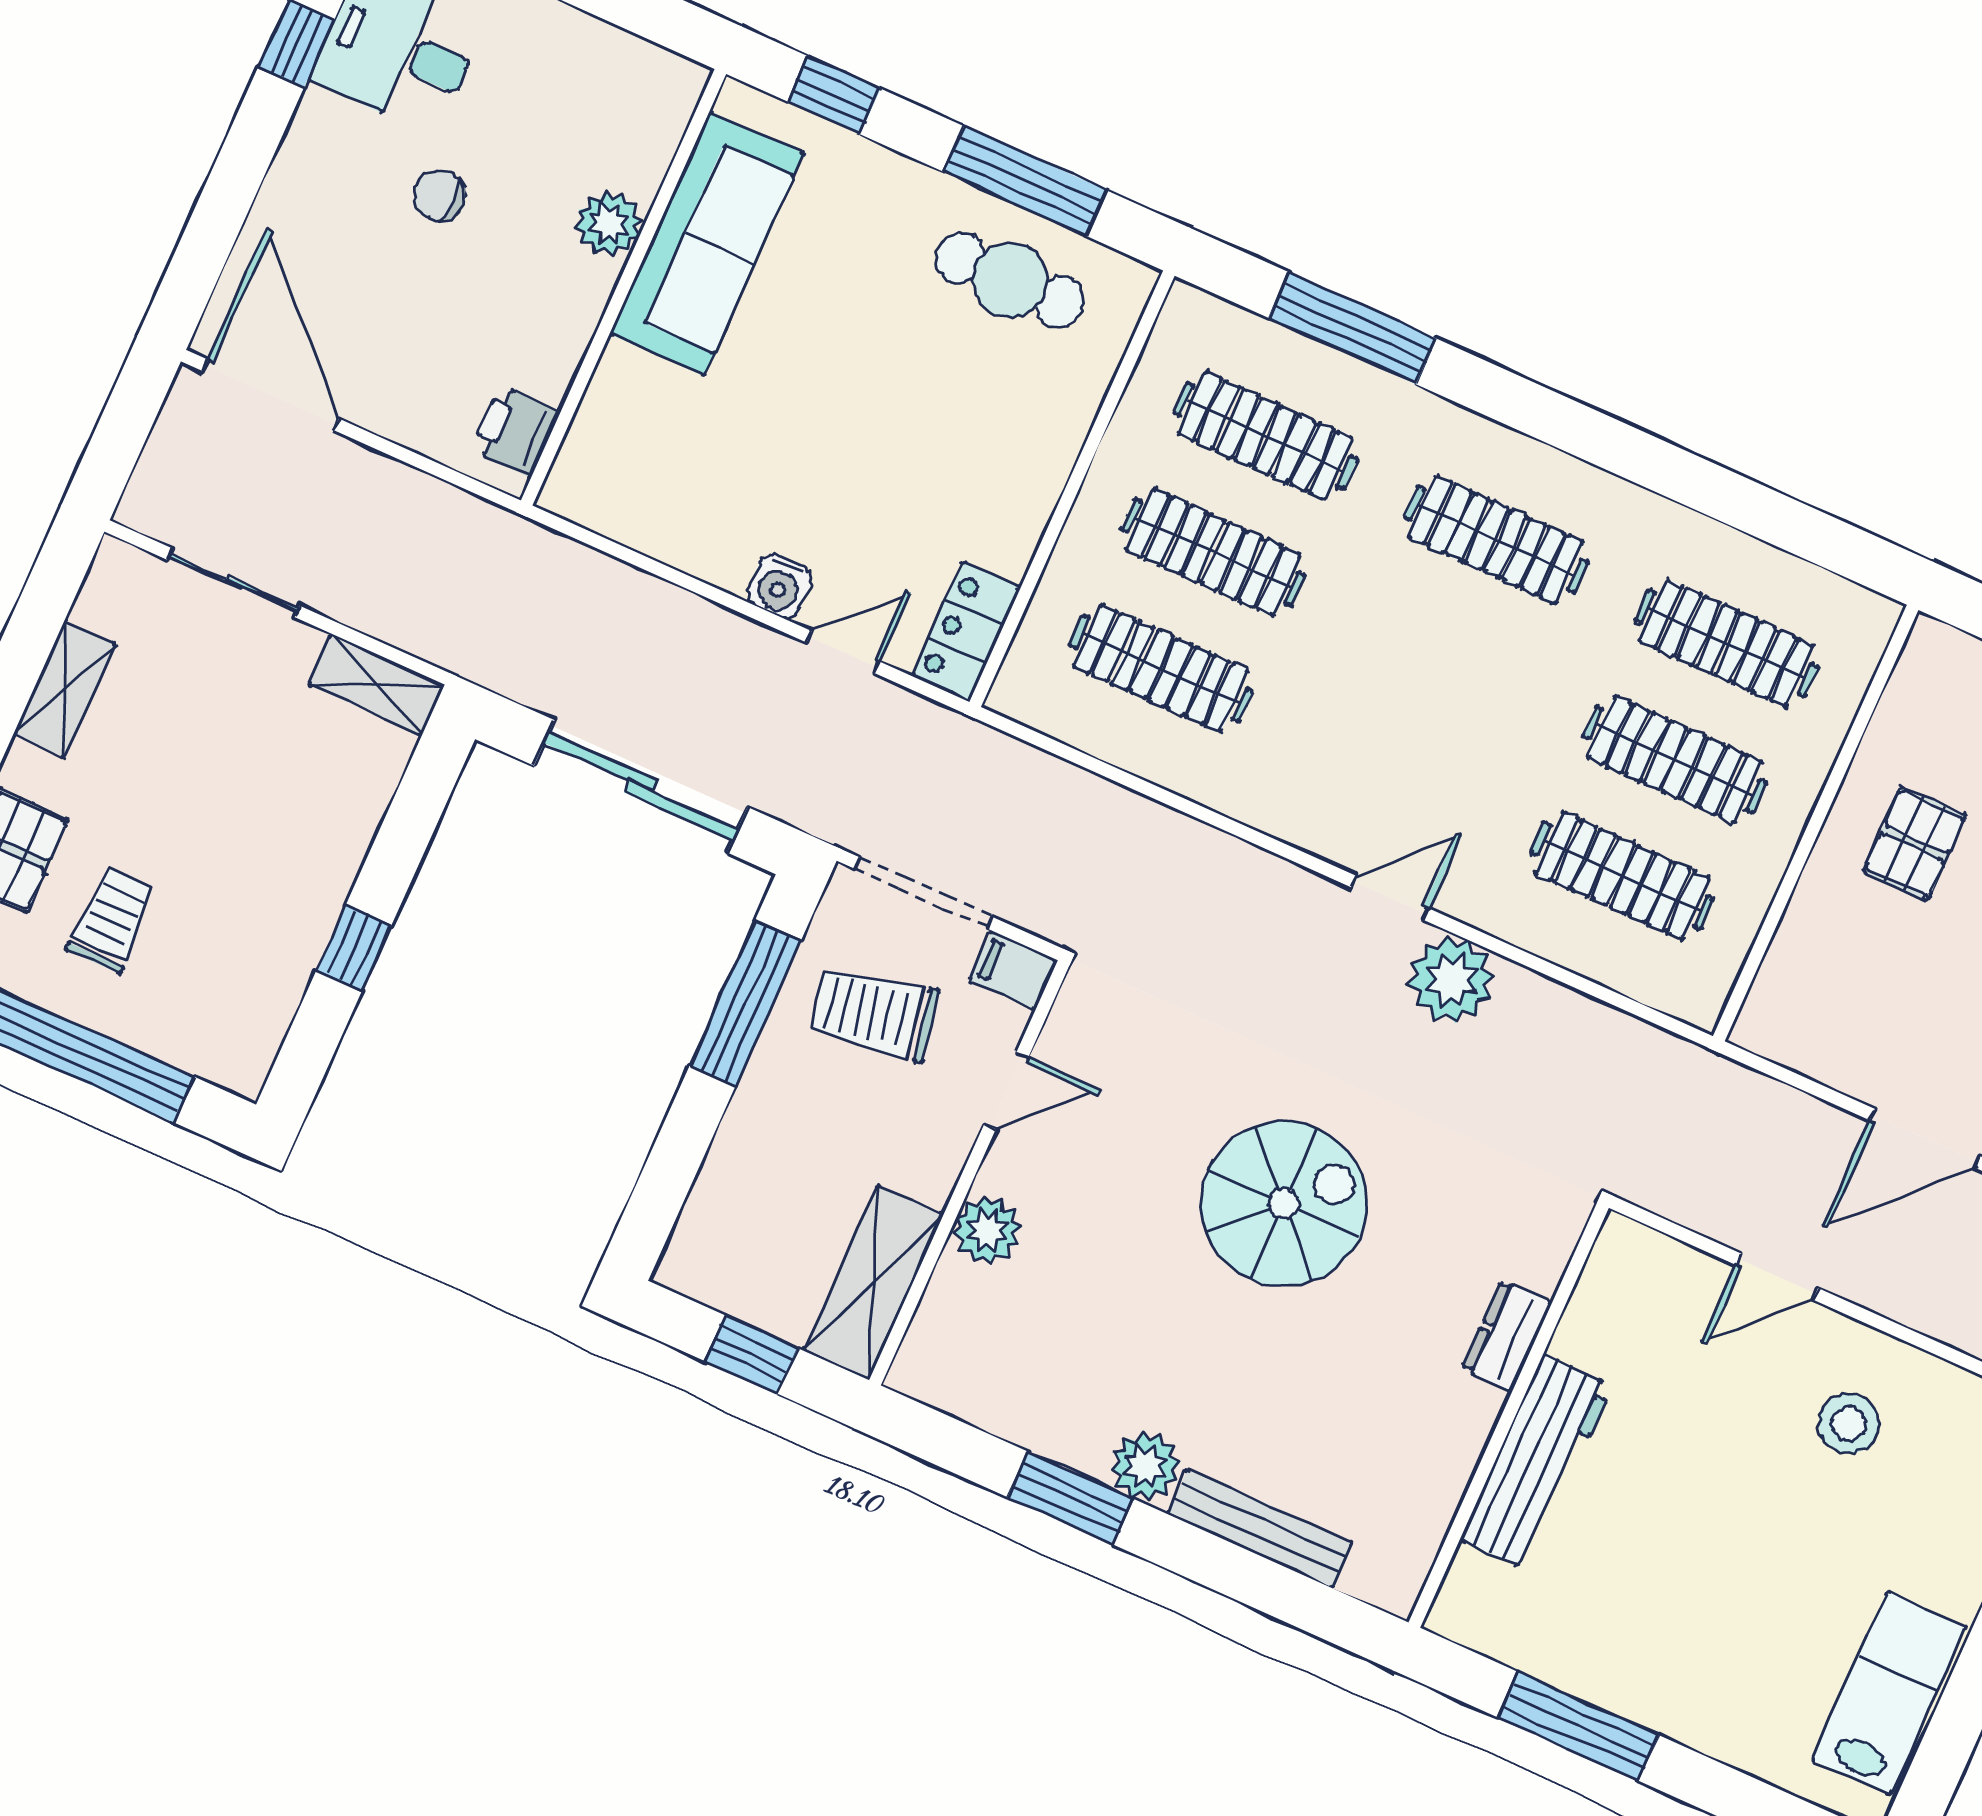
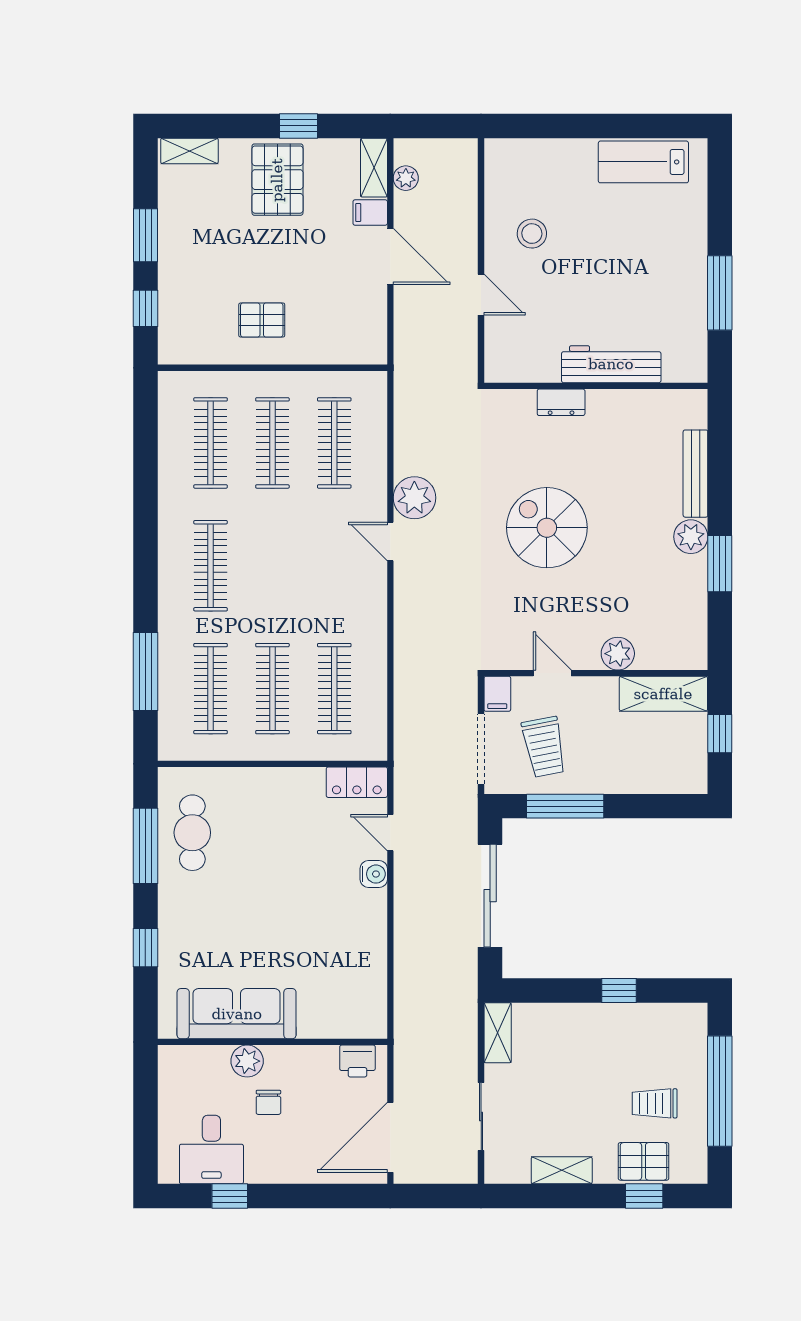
plant: (609, 224) -> (247, 1061), moved
sofa: (707, 244) -> (237, 1014), moved
wall: (623, 287) -> (272, 1042), moved
printer: (516, 431) -> (357, 1061), moved

